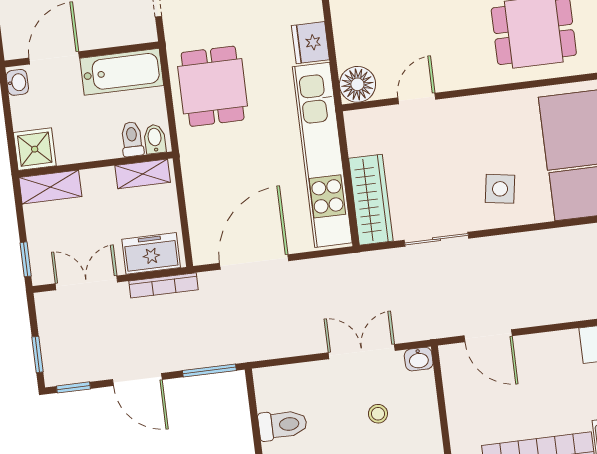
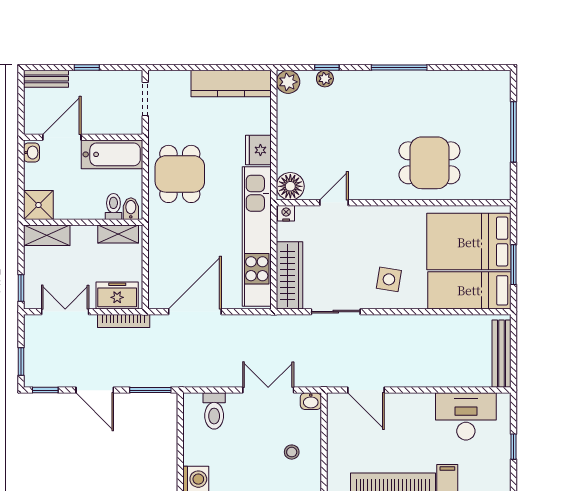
nightstand: (356, 120) -> (286, 213), added
stool: (378, 414) -> (292, 452), moved
toilet: (283, 425) -> (214, 411), moved, turned 90

